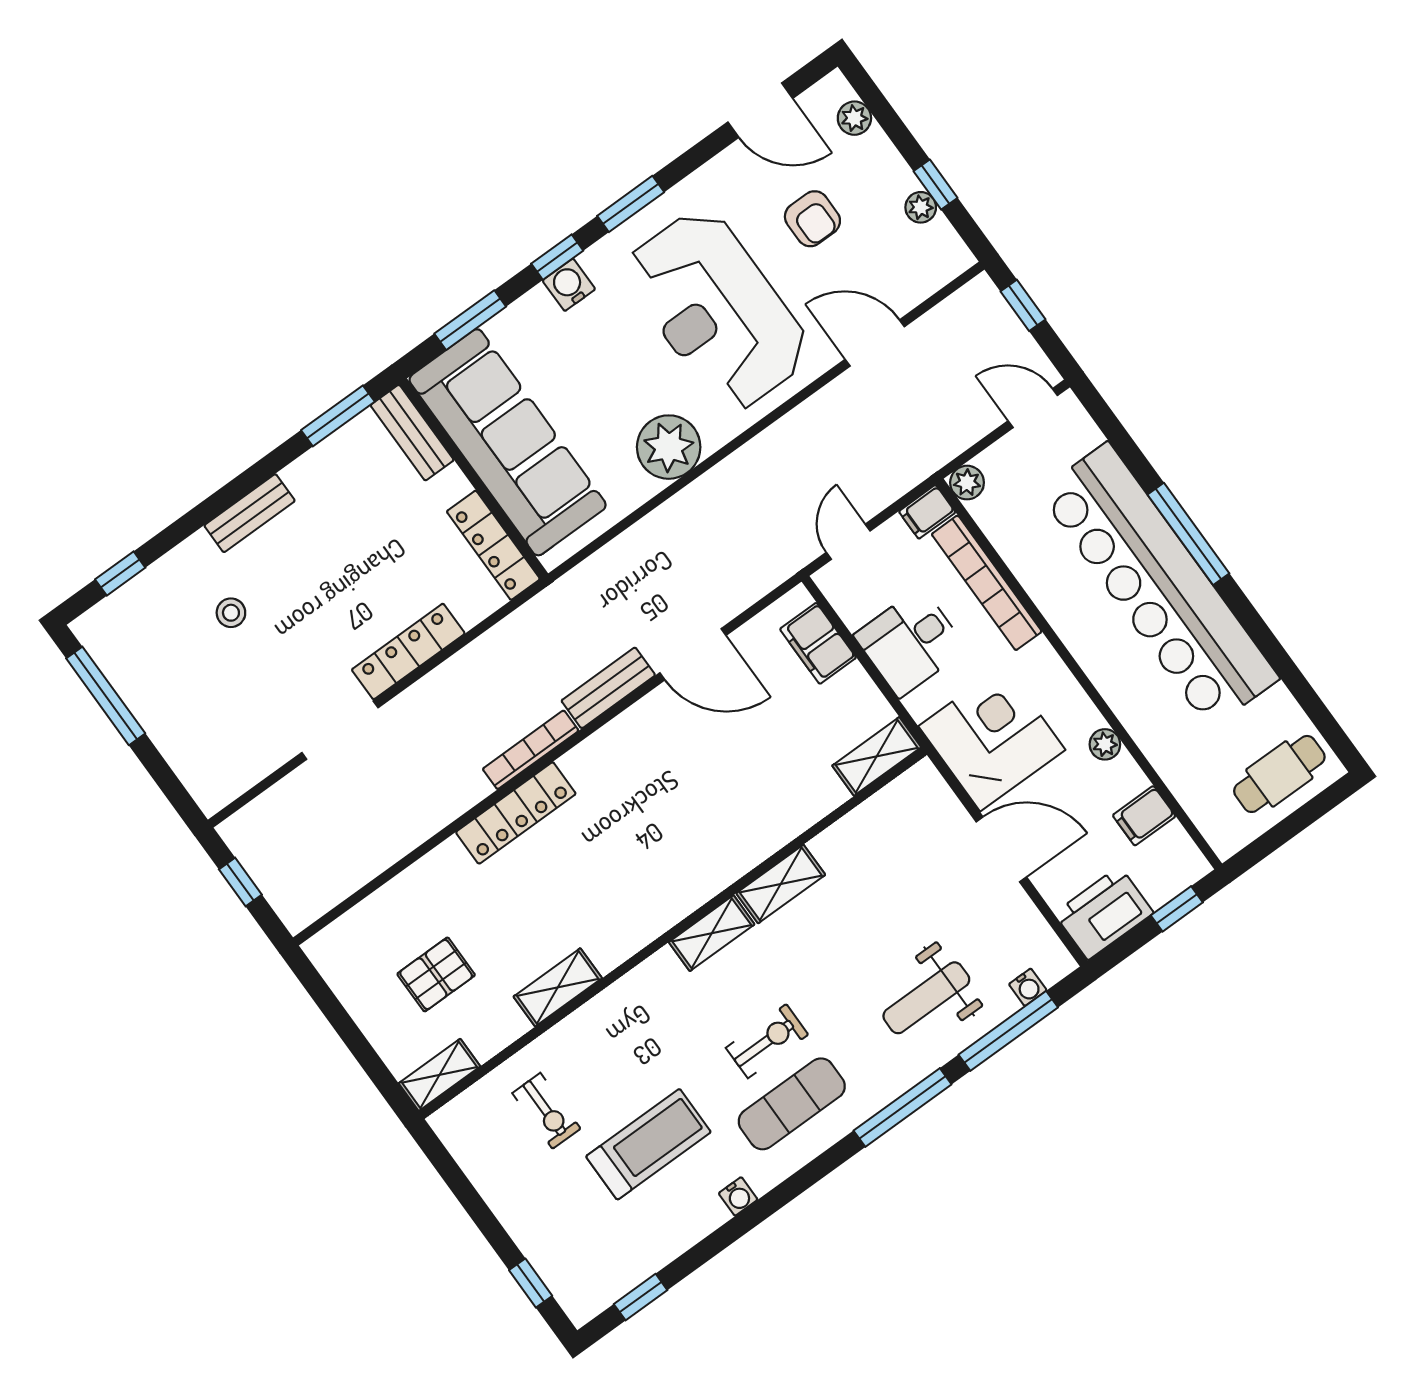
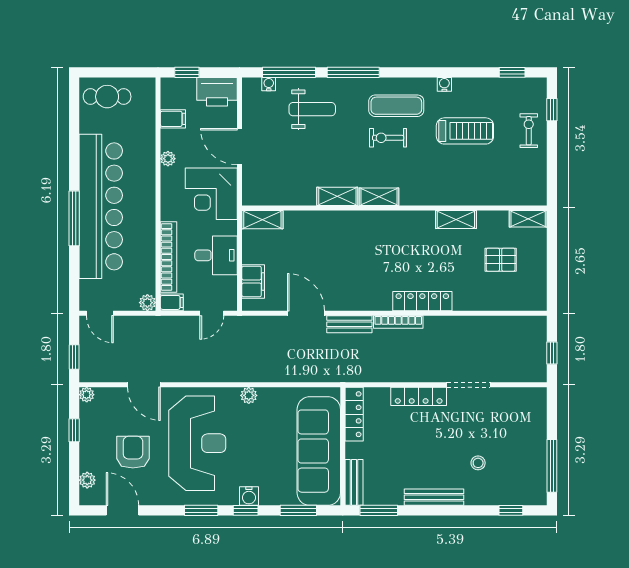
plant: (921, 207) -> (87, 395), moved
armchair: (812, 219) -> (133, 452), width x1.38, depth x1.38
plant: (669, 447) -> (249, 395), width x0.53, depth x0.53
bench: (250, 513) -> (434, 497), width x1.36
exercise bike: (546, 1111) -> (529, 131), moved
treadmill: (648, 1144) -> (465, 131), turned 180

